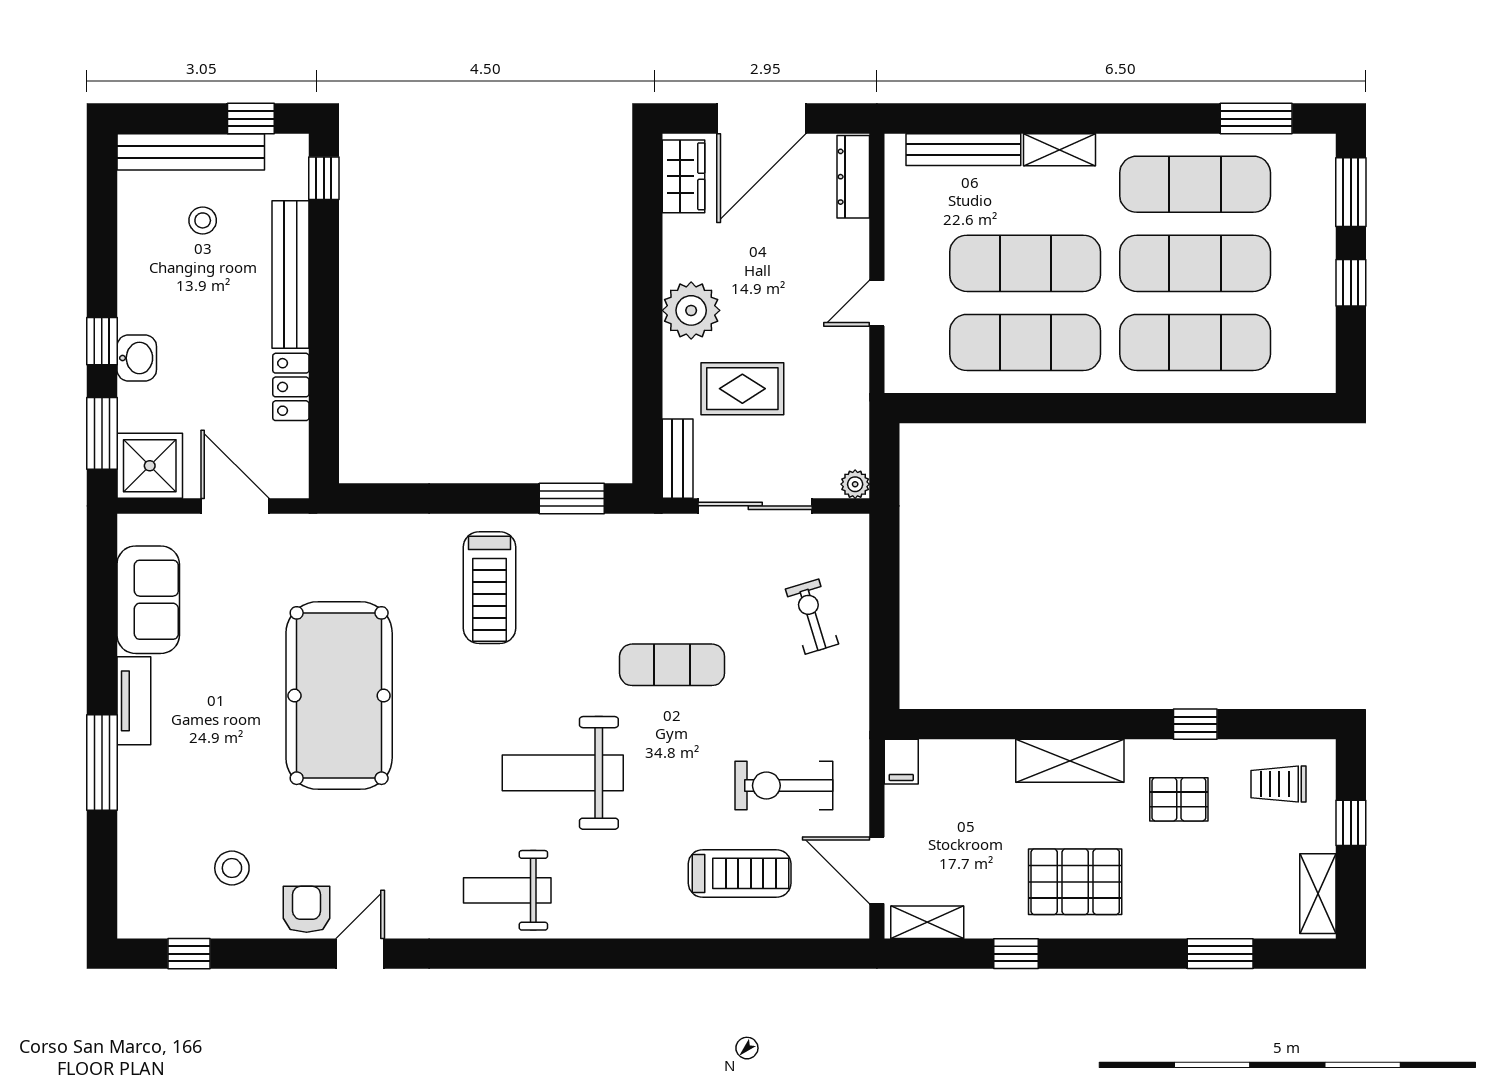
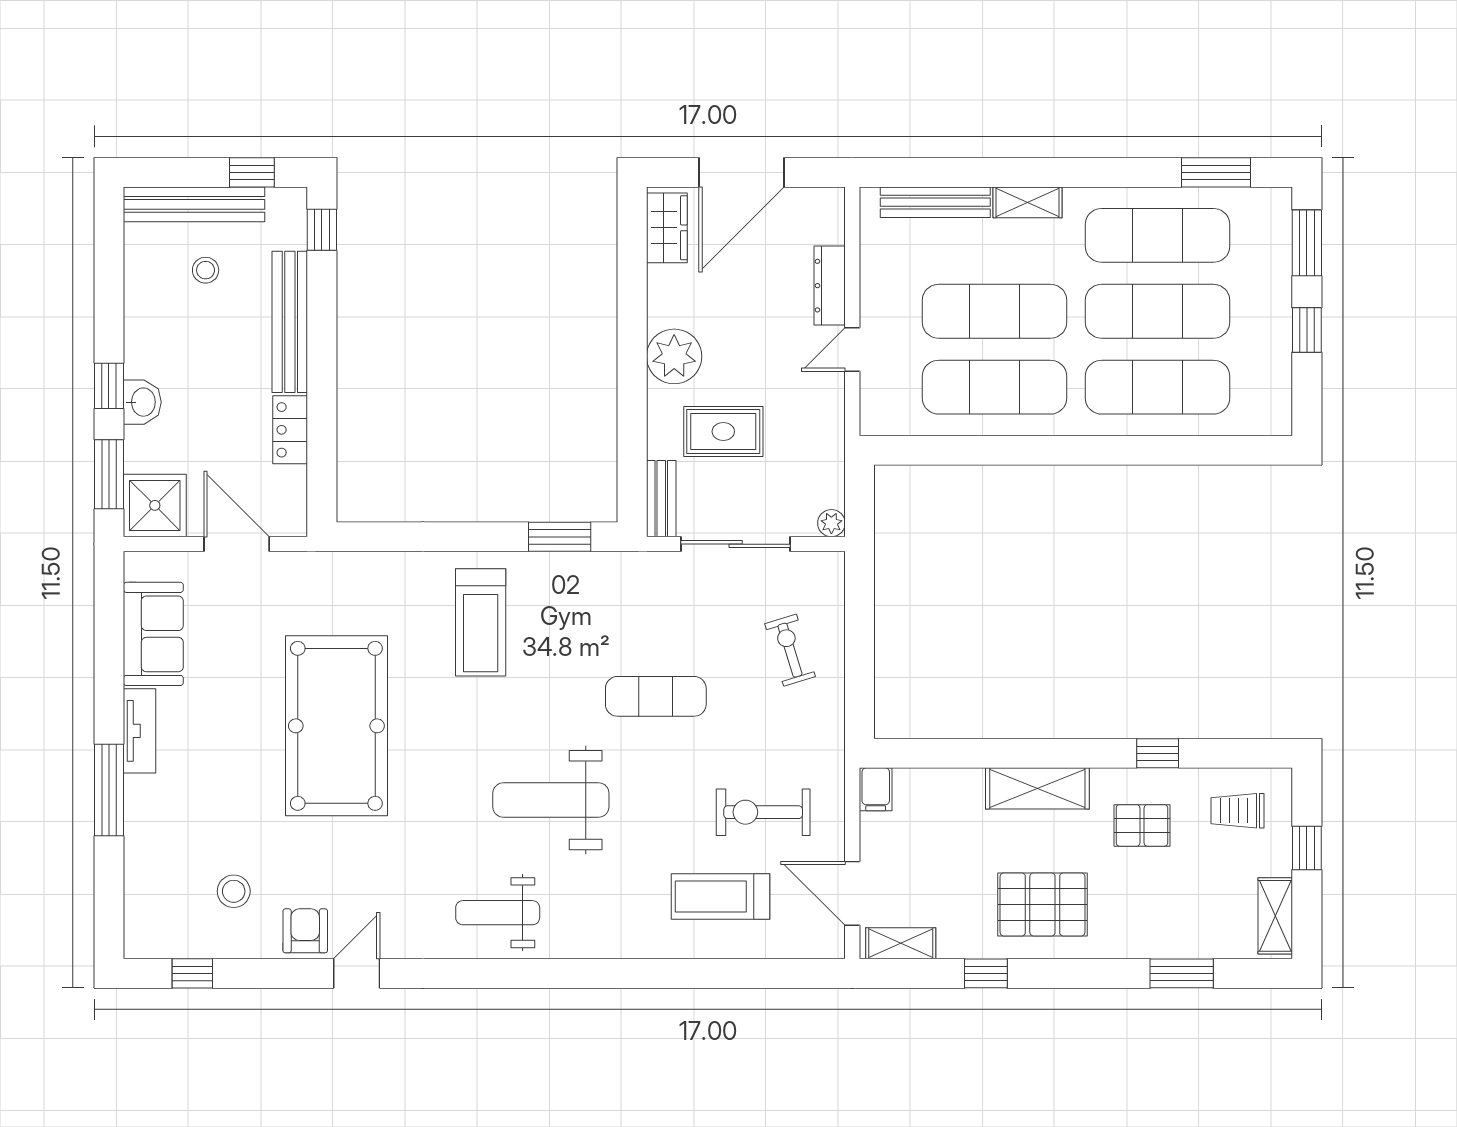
dresser: (853, 177) -> (830, 286), moved
treadmill: (740, 873) -> (721, 897), turned 180

